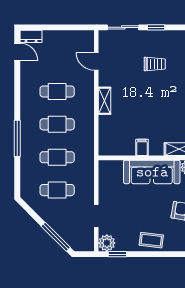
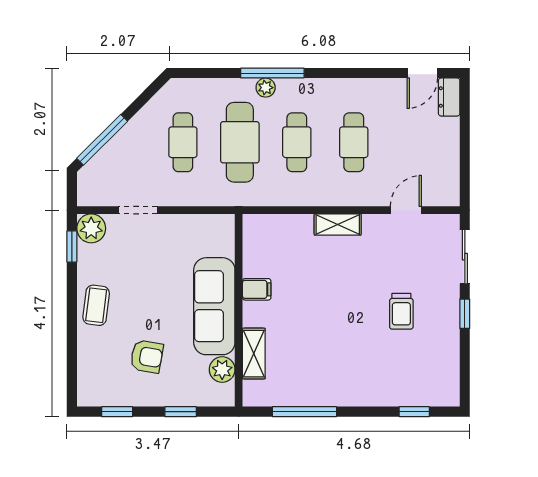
plant: (26, 142) -> (266, 88), added
cafe table: (57, 157) -> (240, 142), width x1.37, depth x1.35

